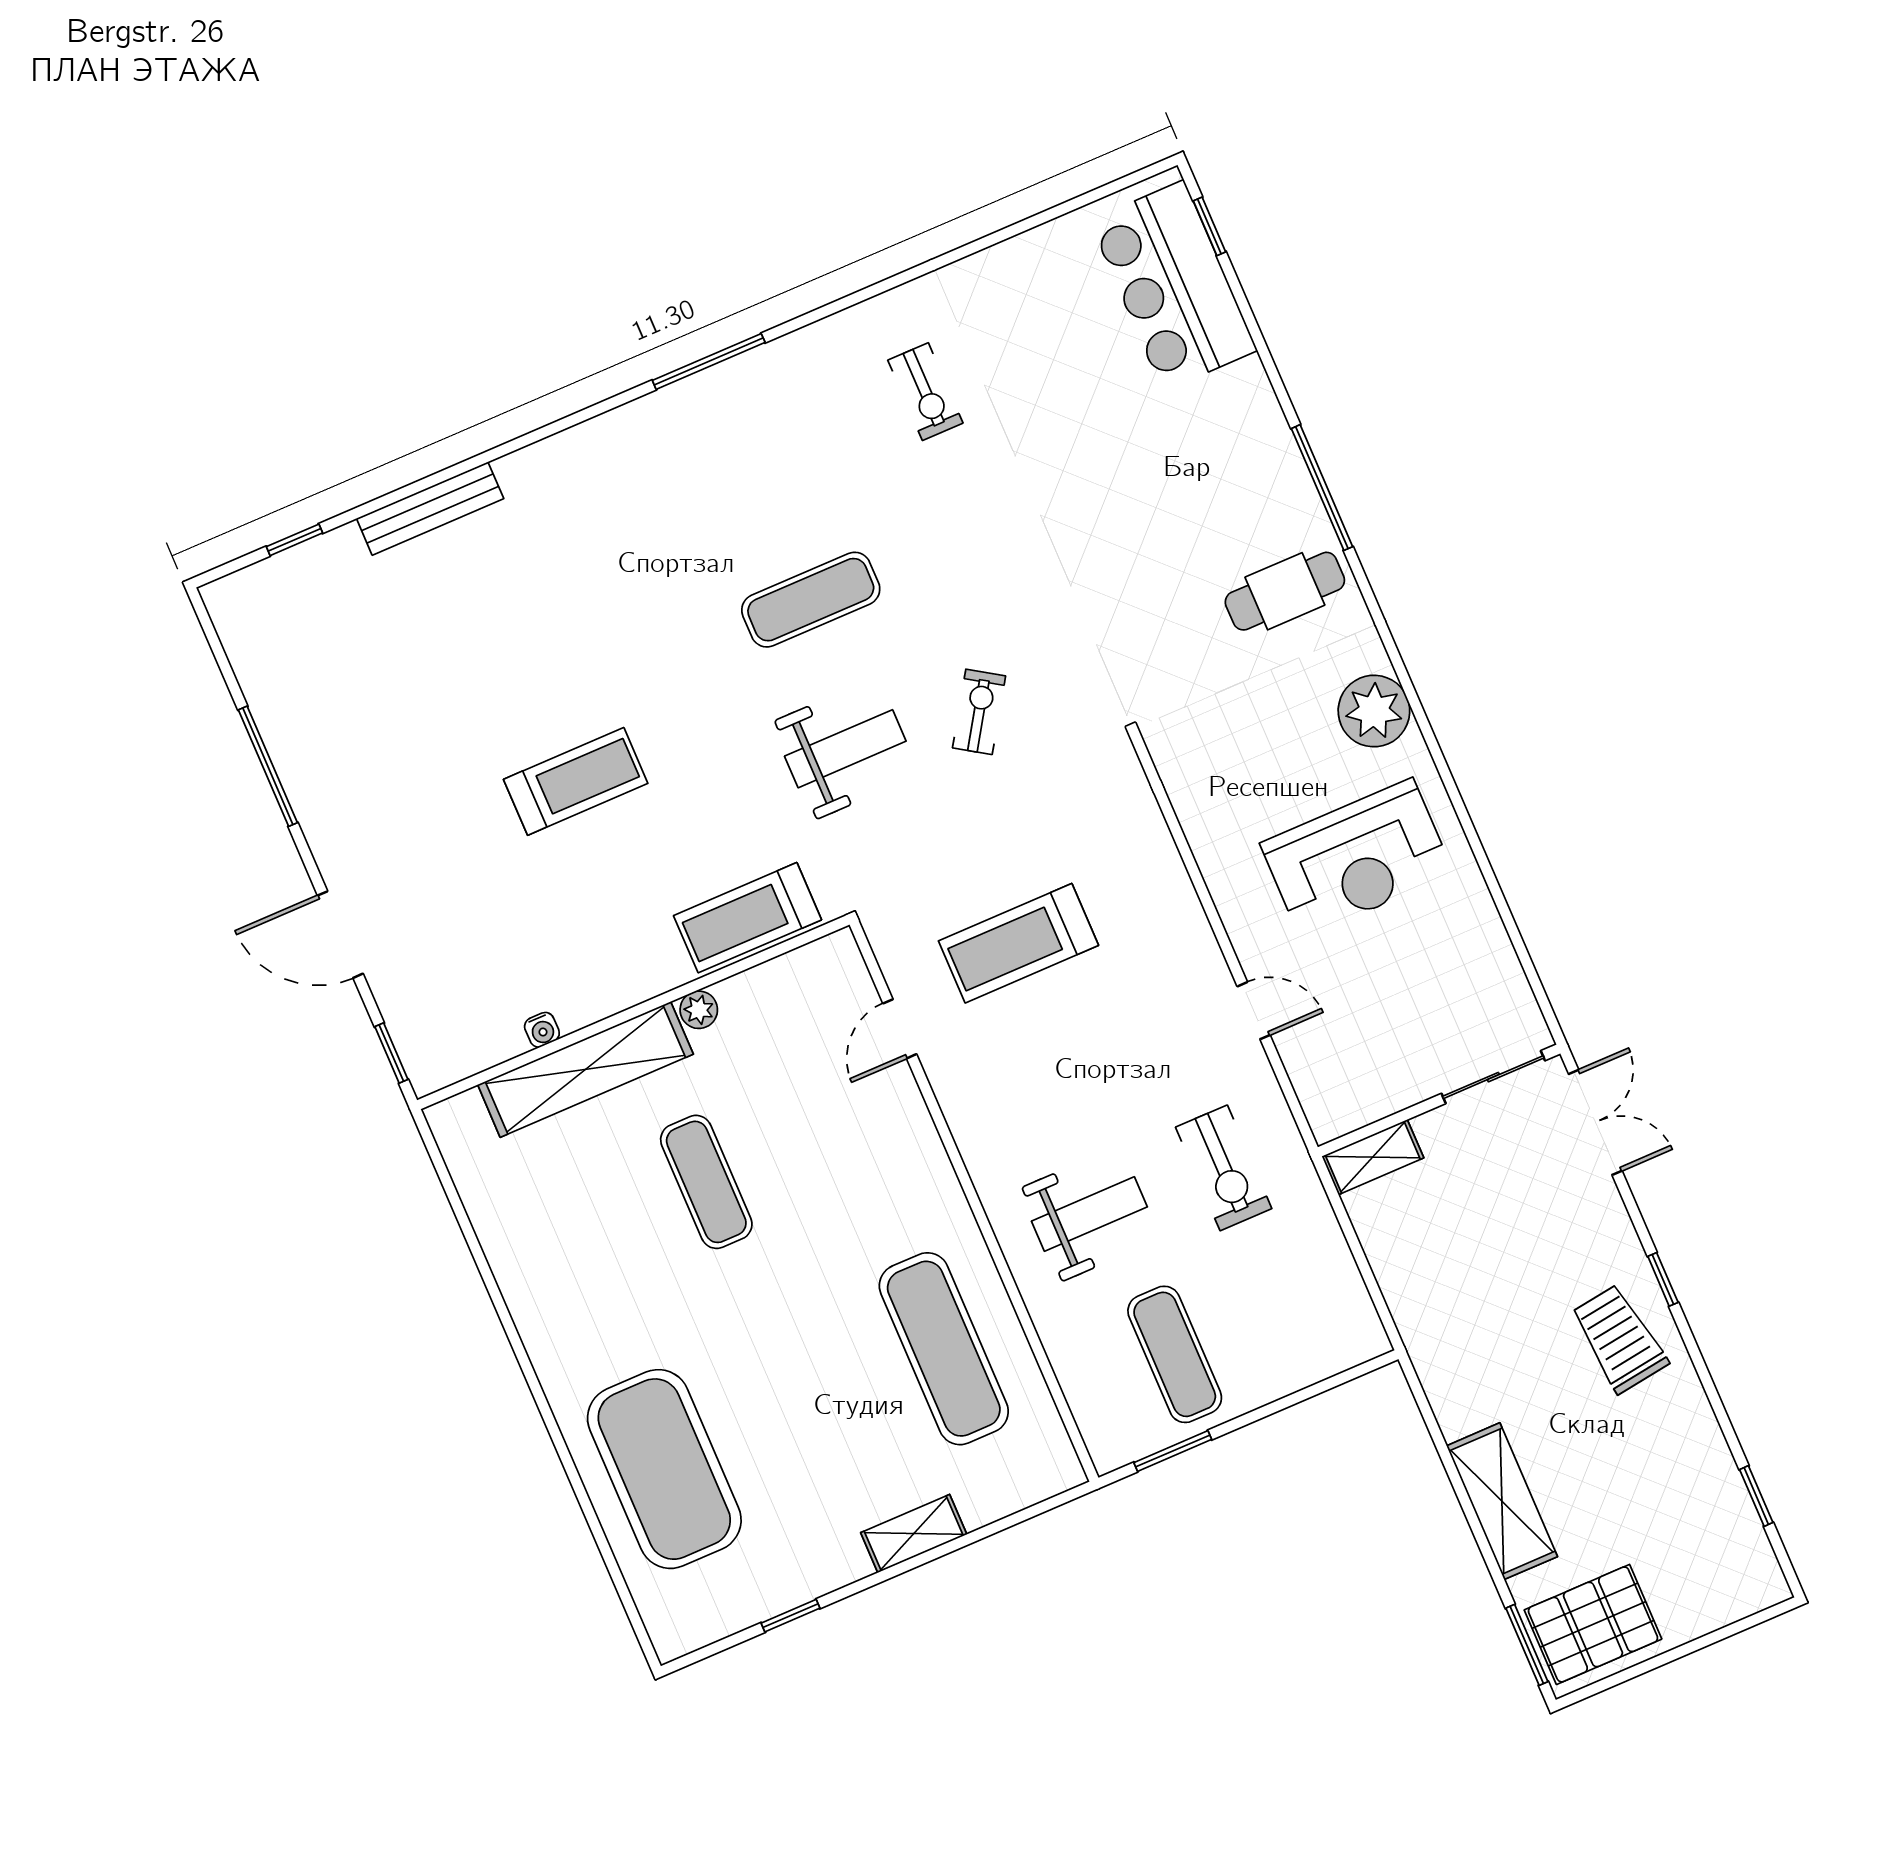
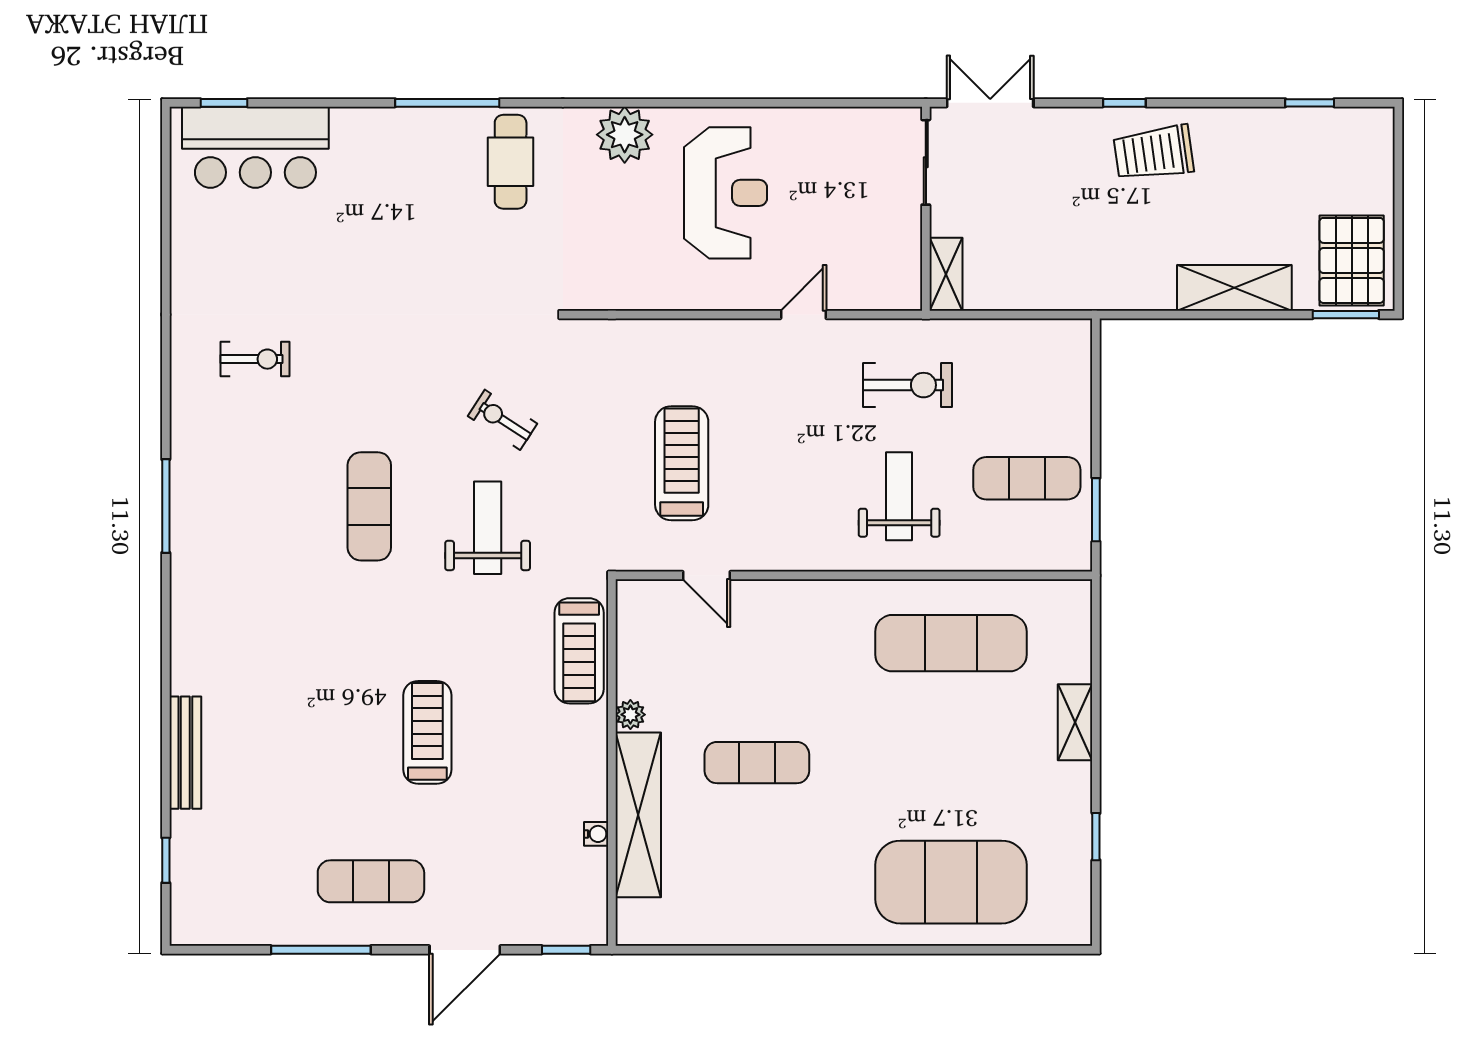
exercise mat: (373, 790) -> (371, 881), added
treadmill: (1018, 943) -> (682, 463), turned 180

